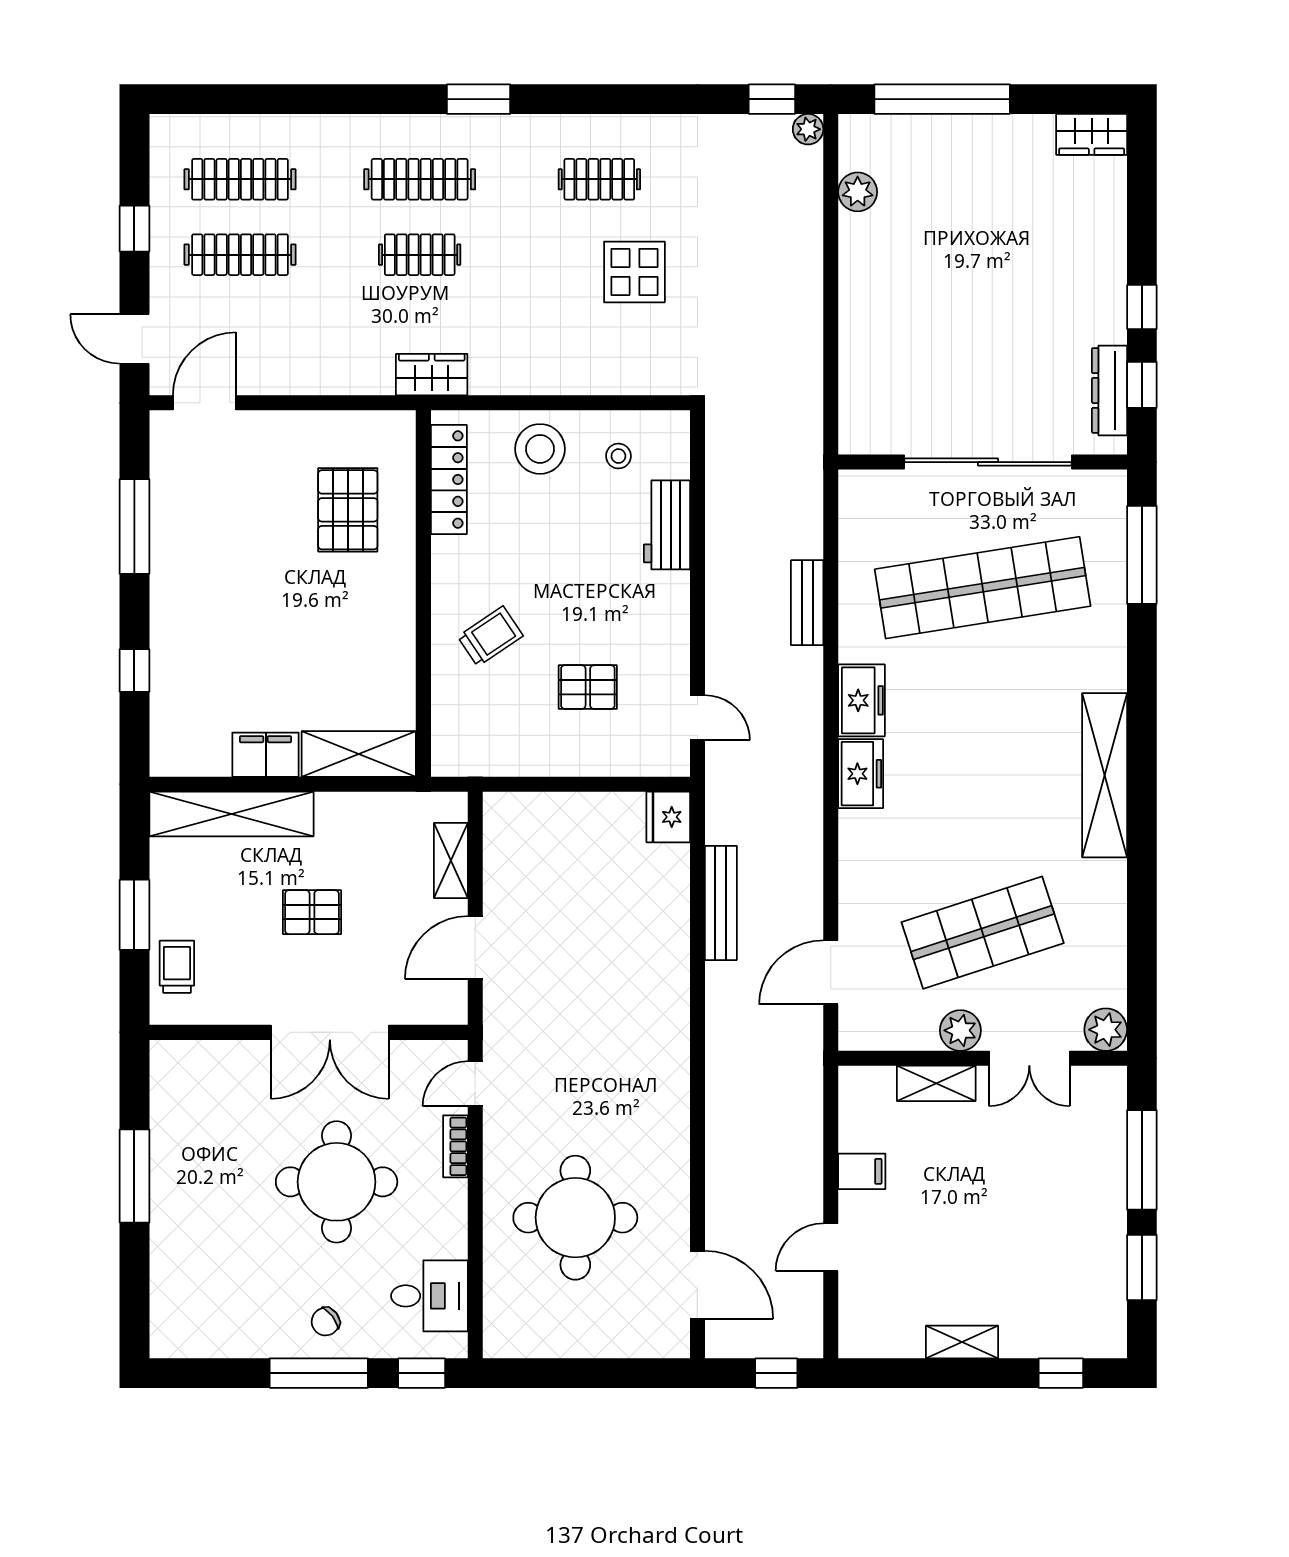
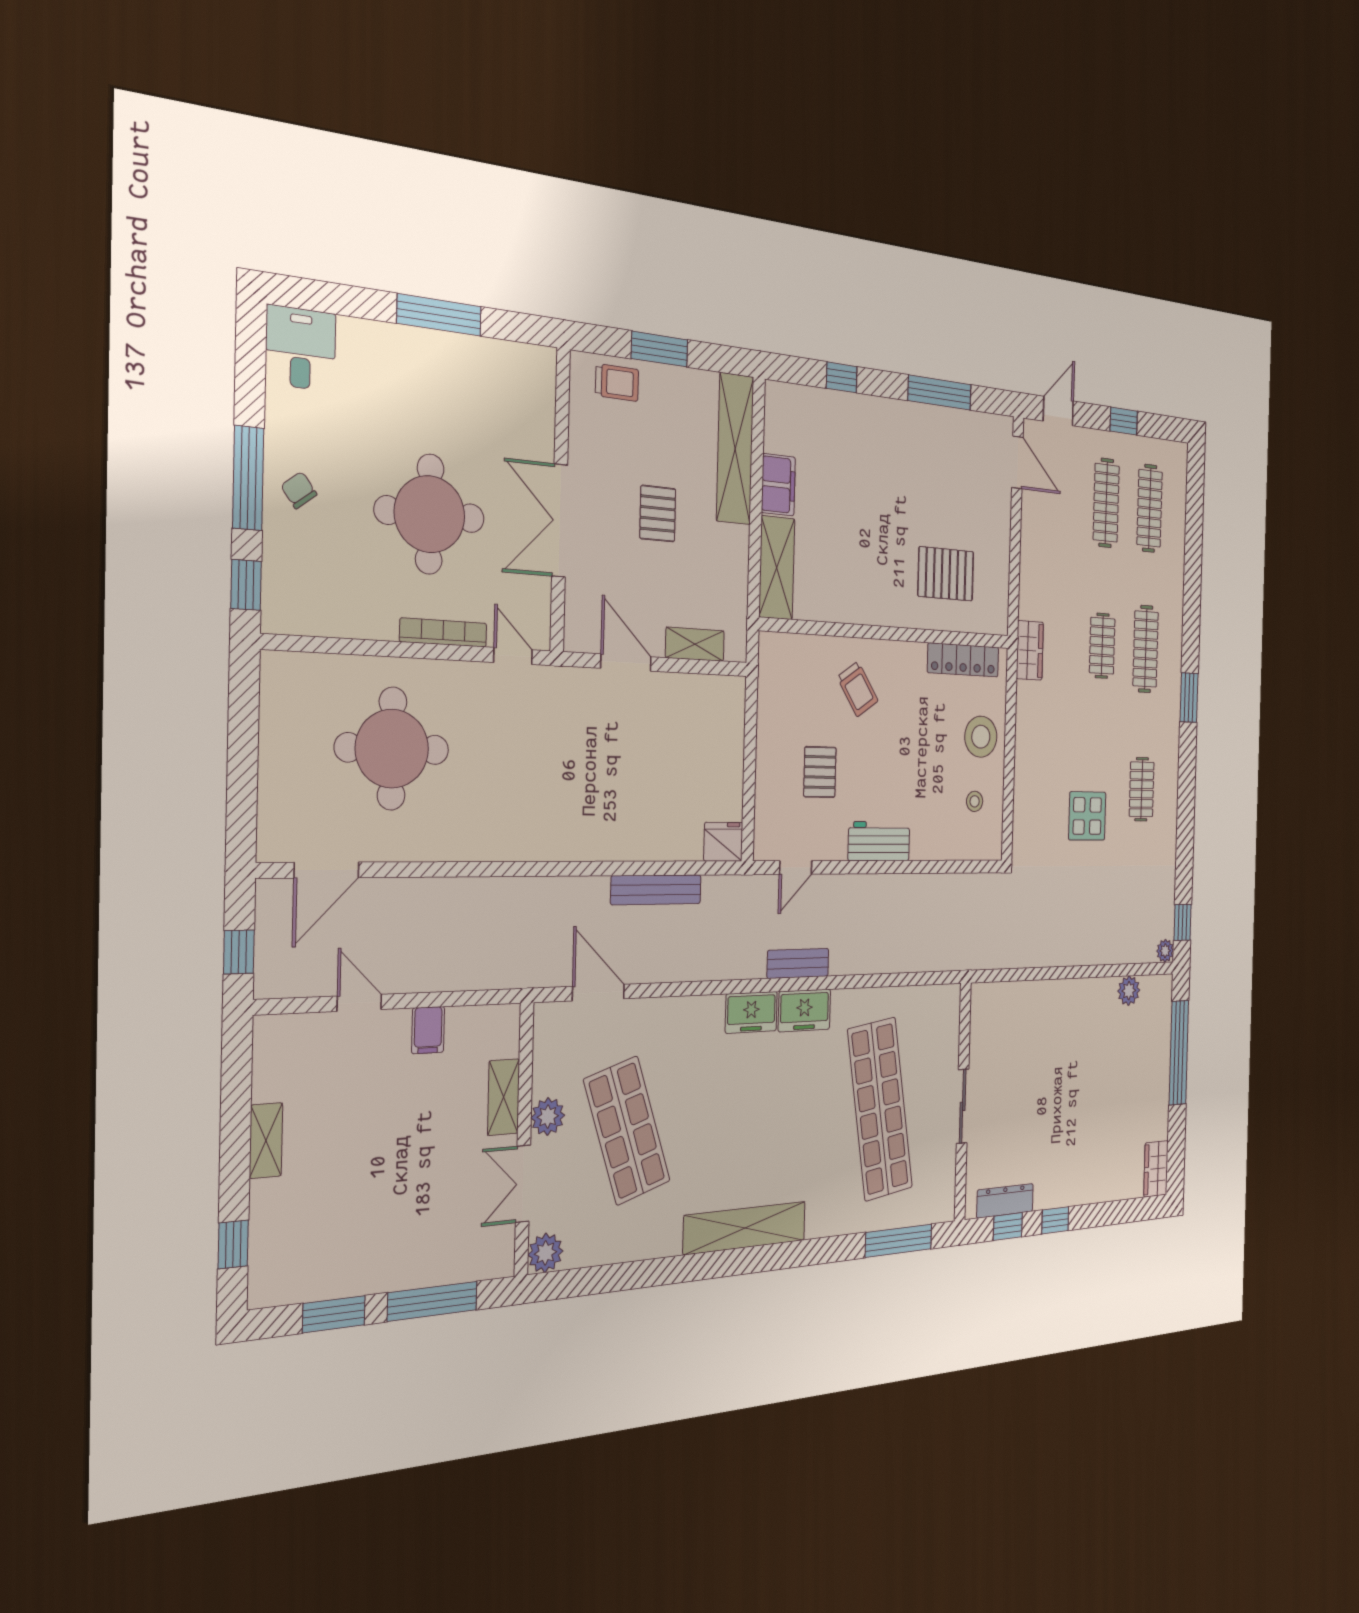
sliding door: (988, 462) -> (963, 1106), width x0.54
workbench: (667, 525) -> (879, 841), moved
bench: (807, 603) -> (798, 963), moved
bookcase: (455, 1146) -> (443, 633), width x1.56
desk: (429, 1296) -> (301, 348), moved, turned 180

